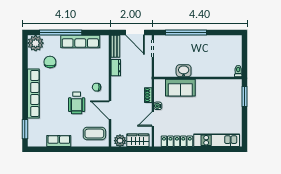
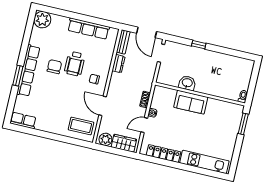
window: (61, 33) -> (71, 15), removed
window: (186, 33) -> (199, 45), width x0.32
chair: (50, 62) -> (54, 67), moved
sofa: (180, 88) -> (191, 102), moved
wheelchair: (77, 103) -> (75, 64), moved
window: (25, 129) -> (18, 76), moved
row of seats: (59, 141) -> (23, 121), moved

